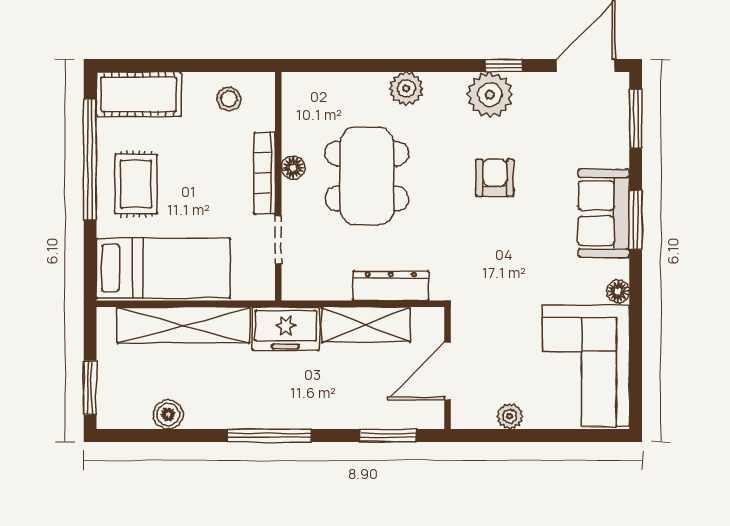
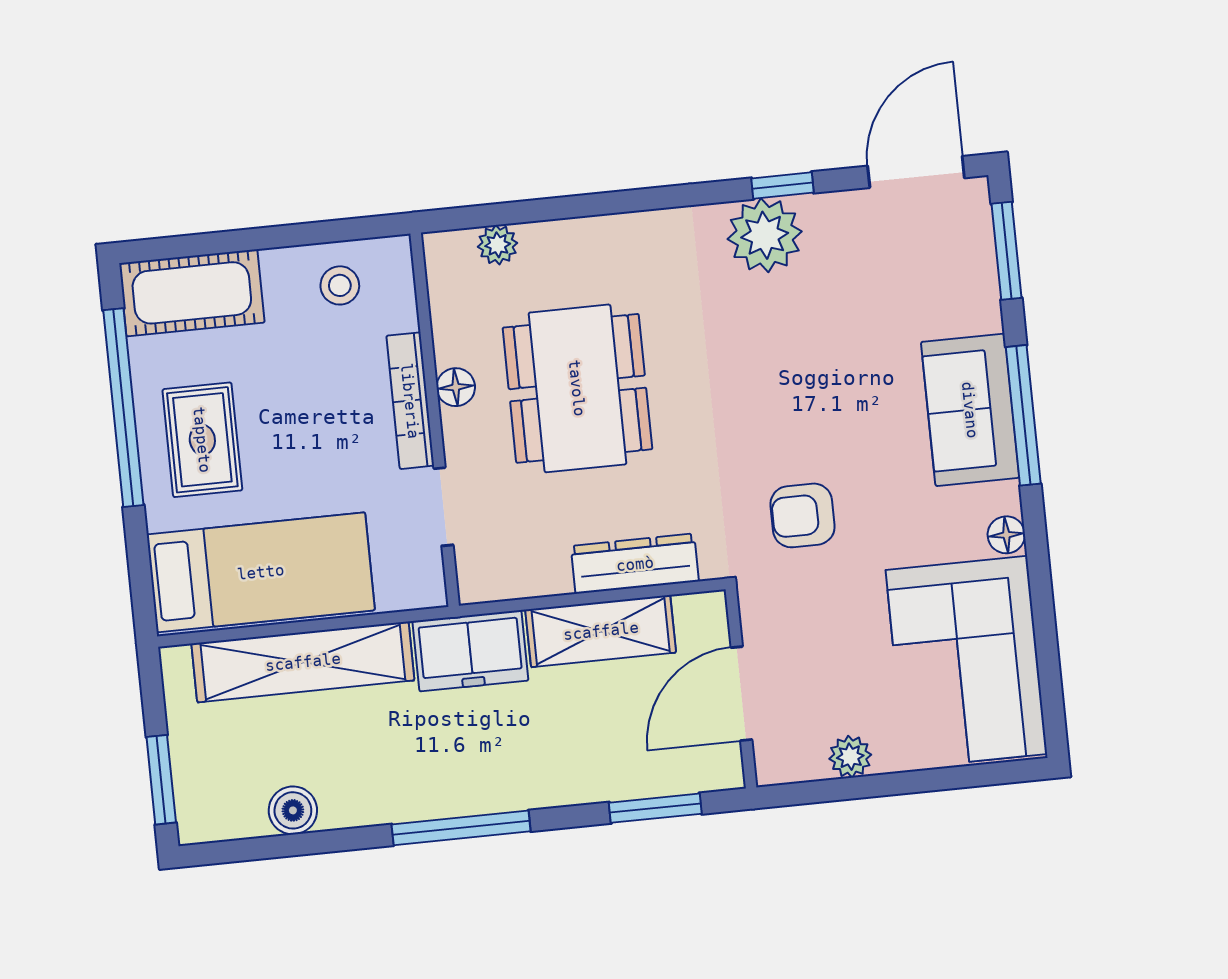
plant: (406, 89) -> (498, 245), moved, width x0.73, depth x0.73
armchair: (495, 178) -> (803, 515), moved, turned -90
window: (636, 220) -> (1023, 415), width x1.44

